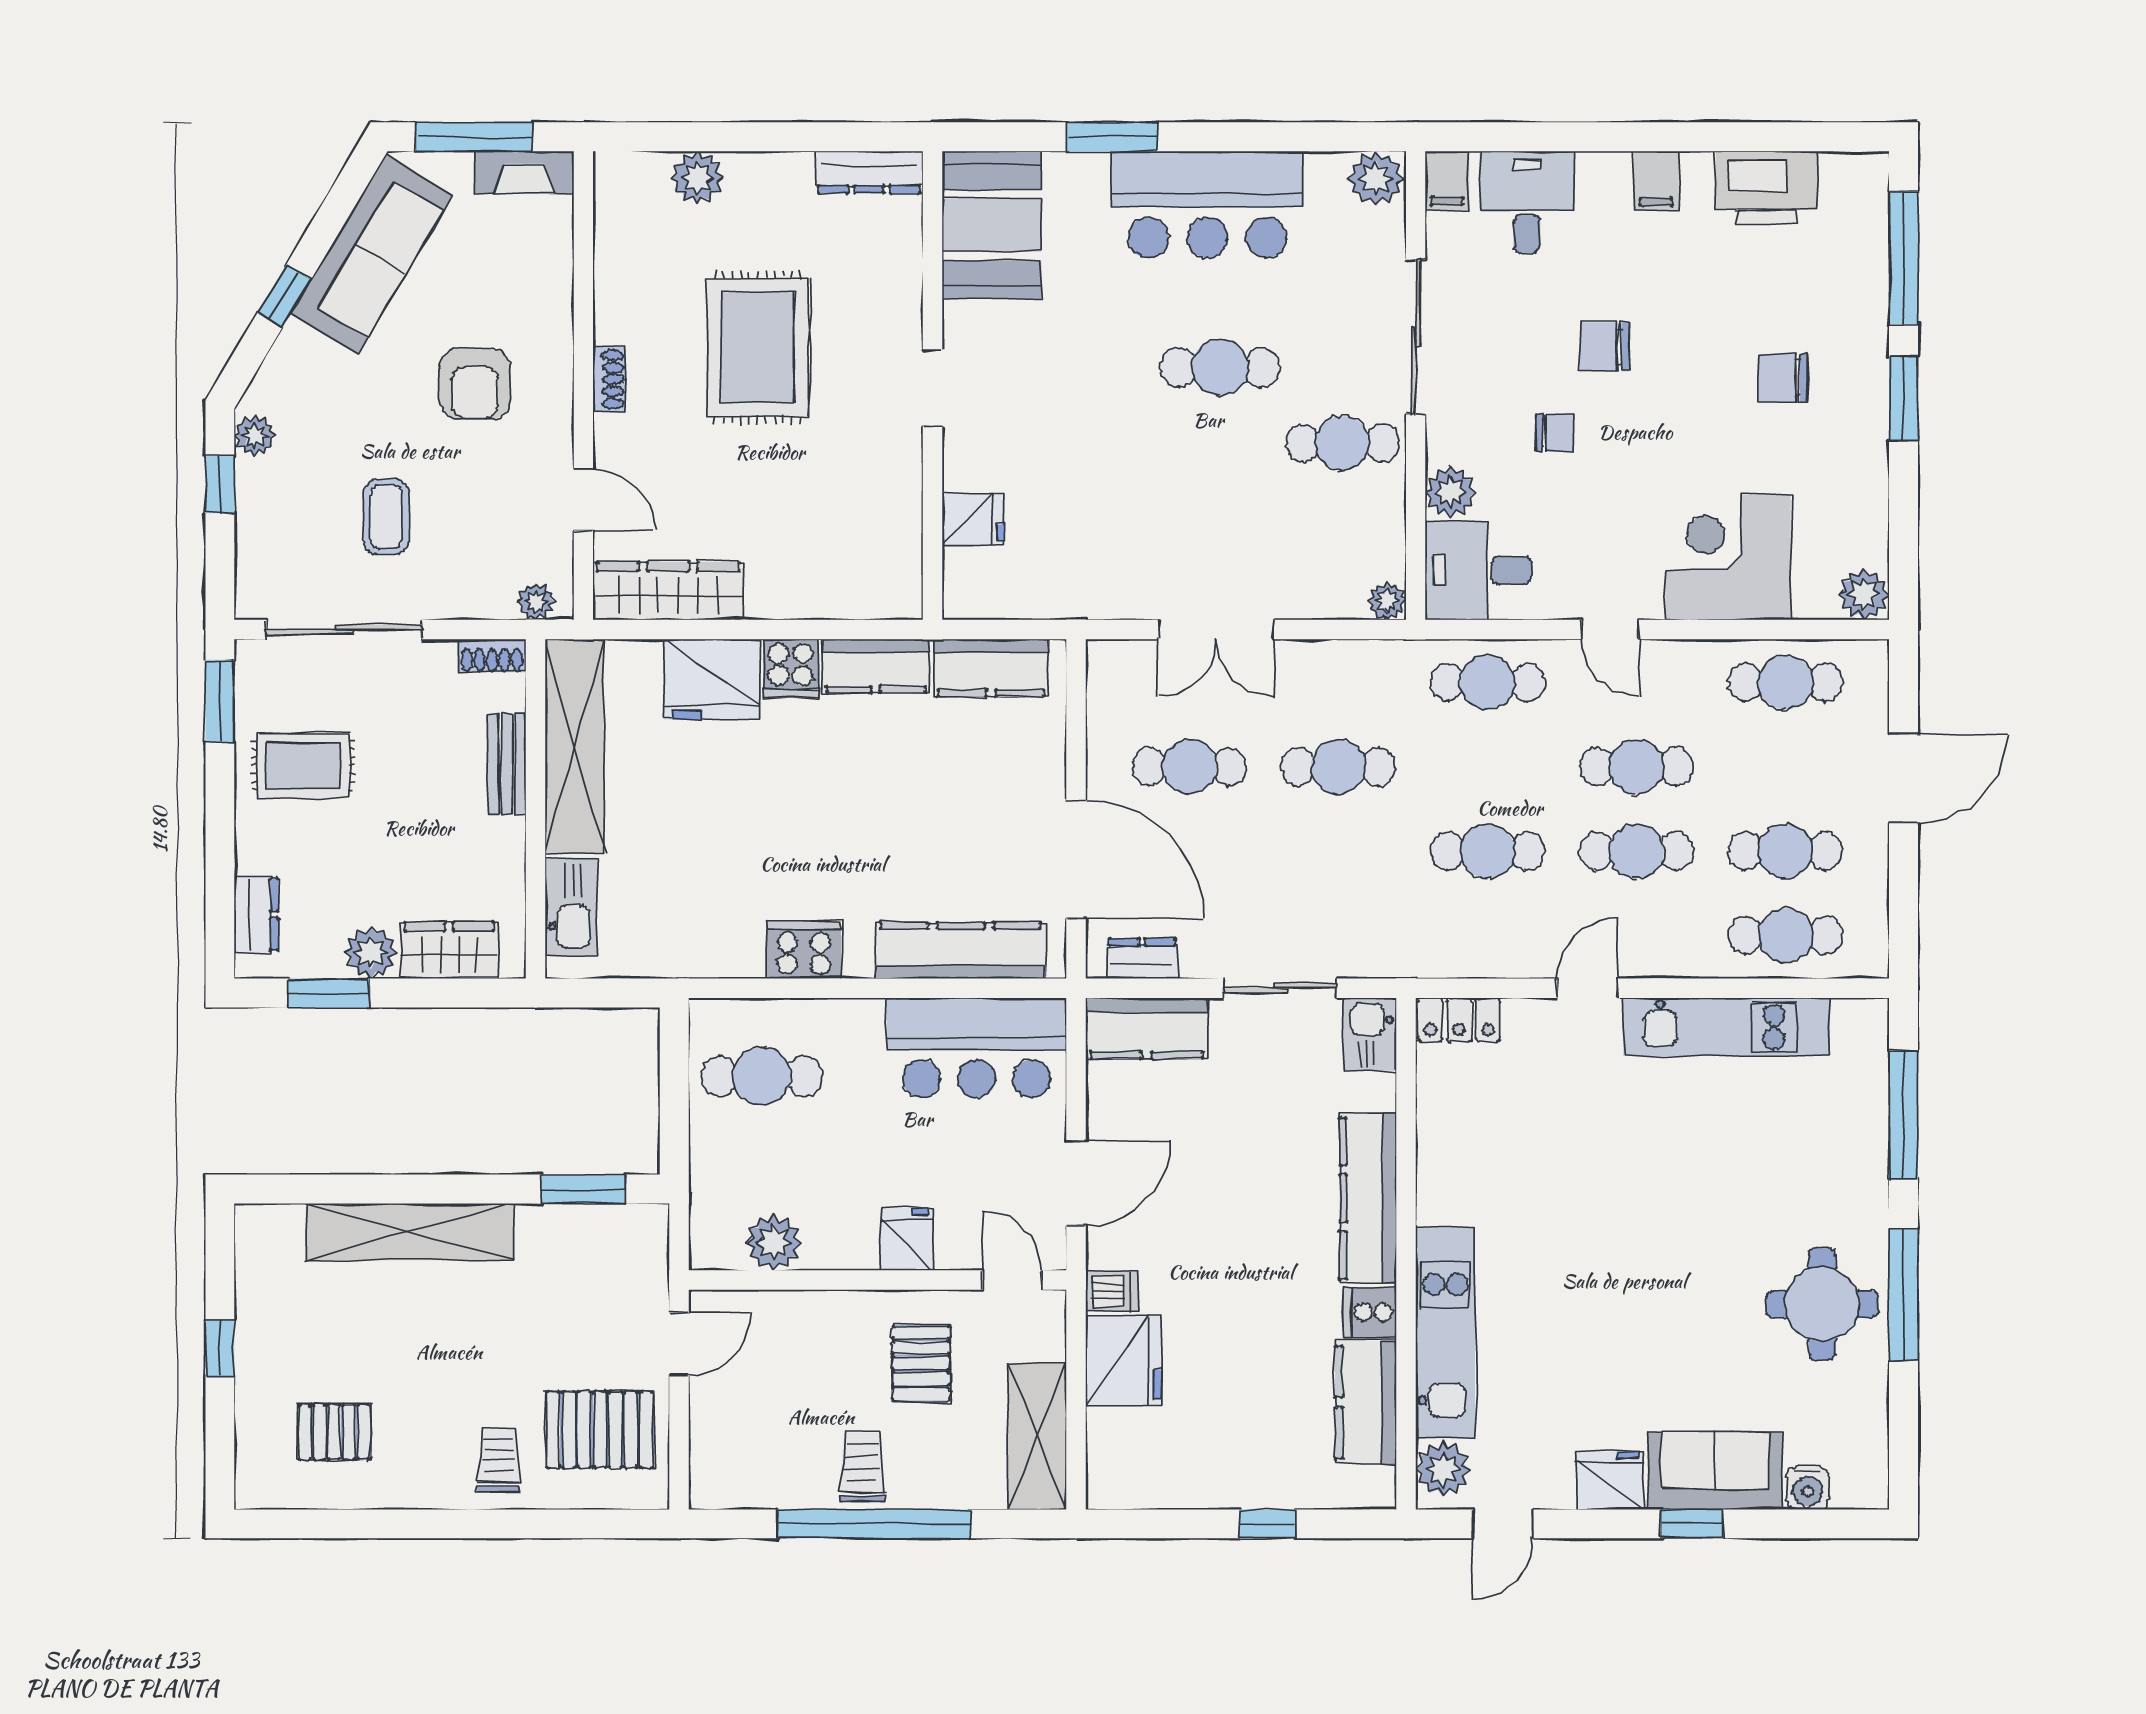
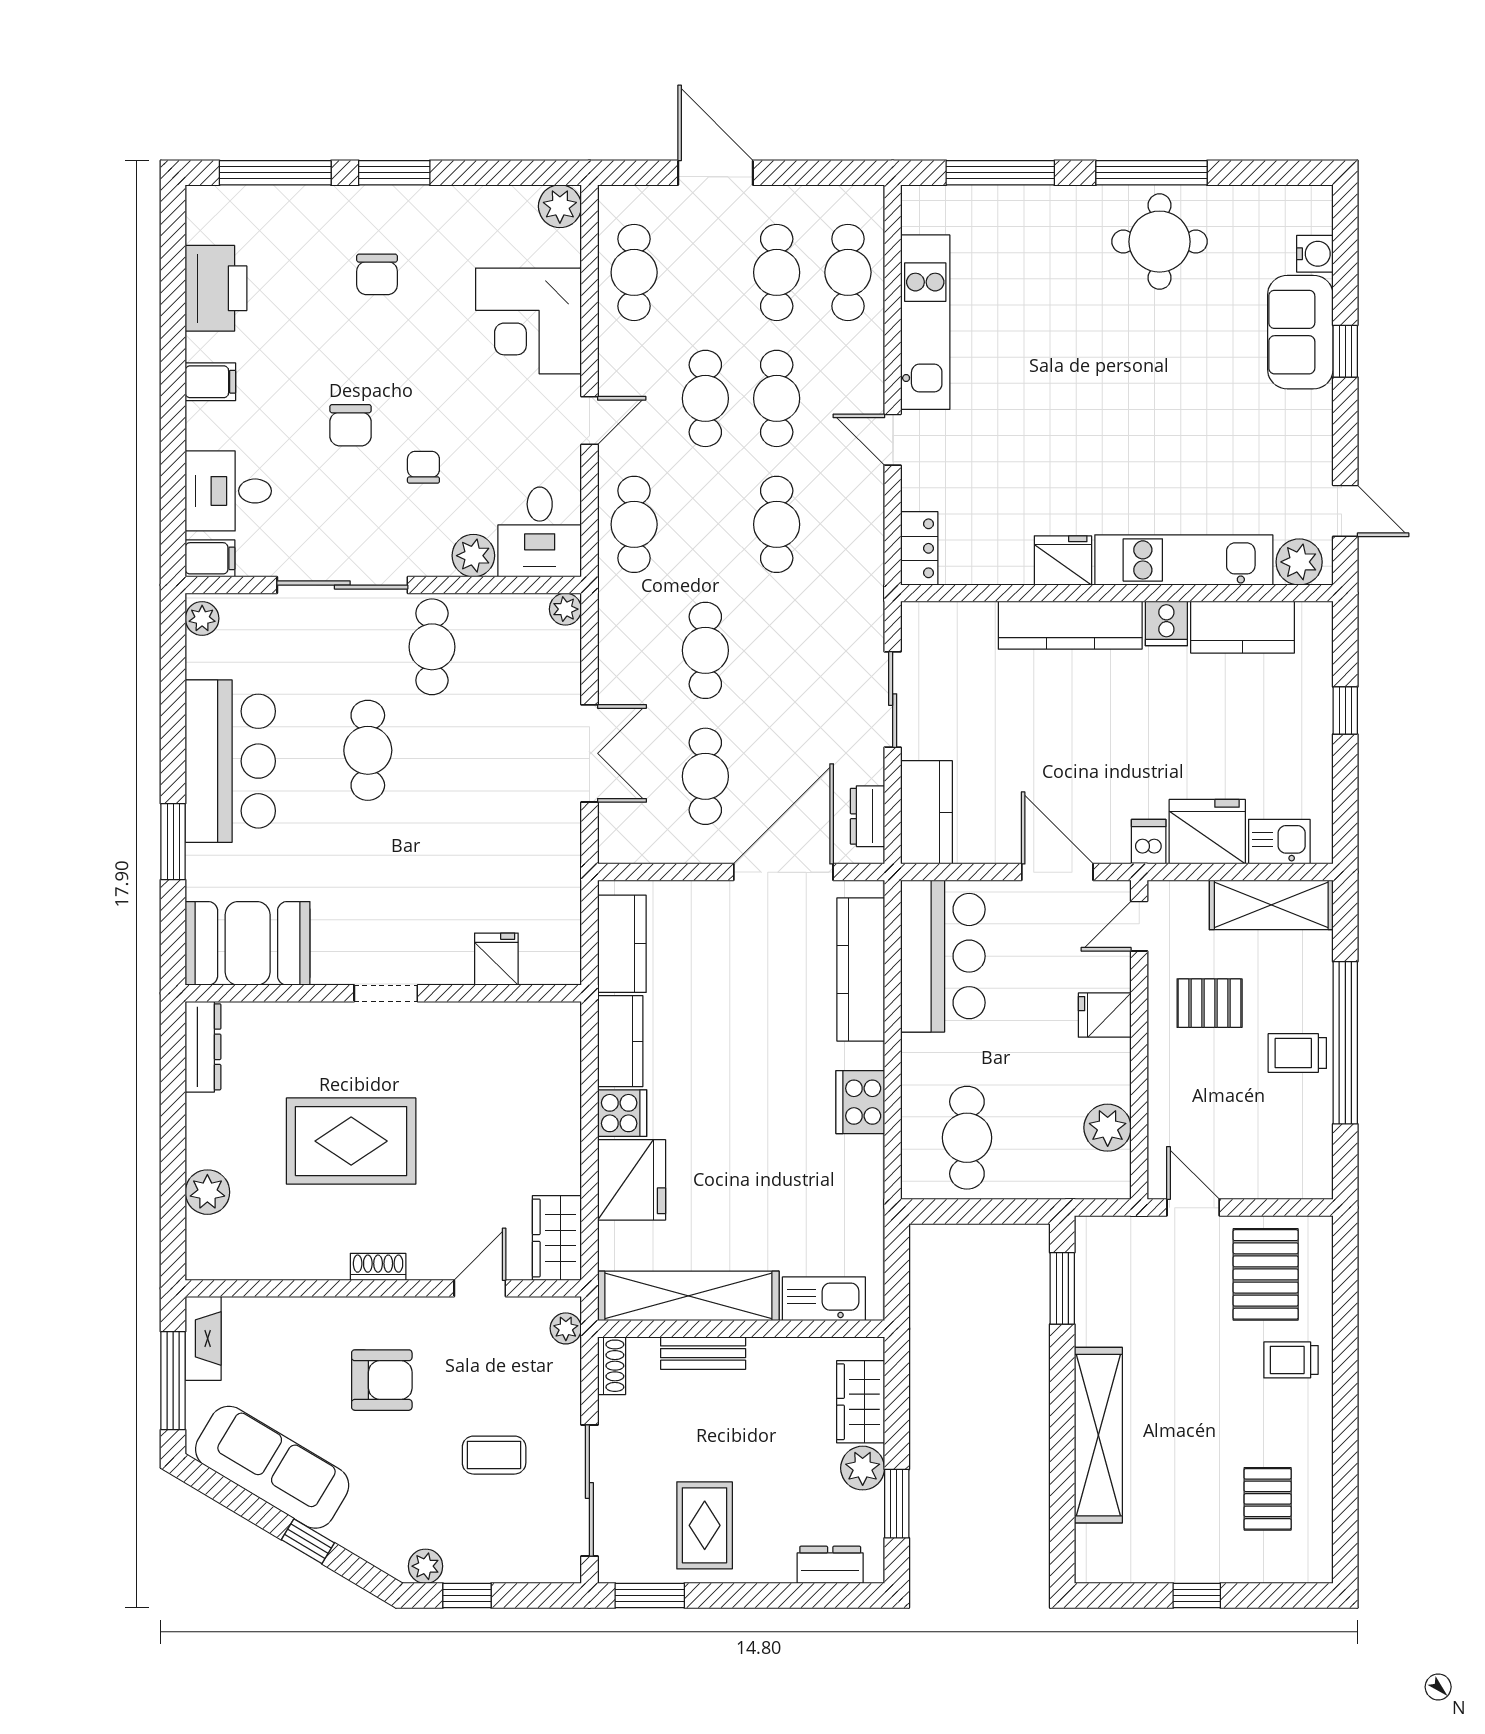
plant: (1376, 179) -> (202, 618), width x0.73, depth x0.73
wardrobe: (668, 591) -> (557, 1238), width x0.67
kitchen sink: (1370, 1034) -> (1279, 842), moved, turned 180
fridge: (1610, 1480) -> (1063, 560), moved, turned 90

